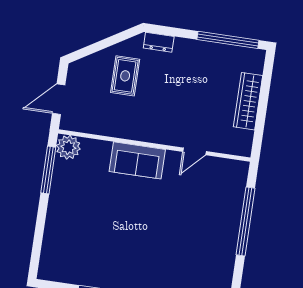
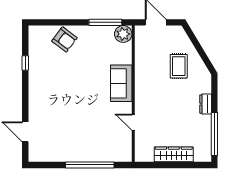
dresser: (159, 42) -> (206, 104), moved
rug: (125, 76) -> (179, 66), turned 90
armchair: (64, 231) -> (64, 39), added

